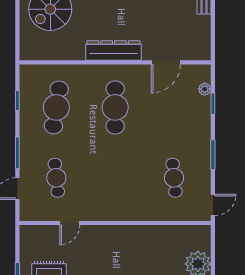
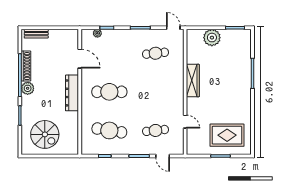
wardrobe: (132, 235) -> (193, 81), added

